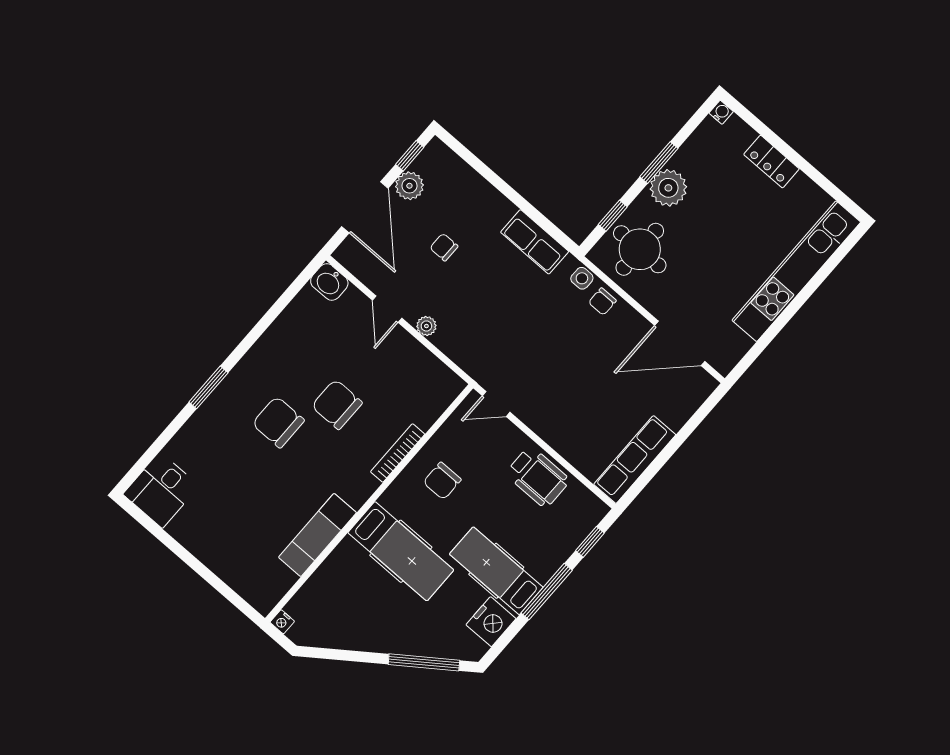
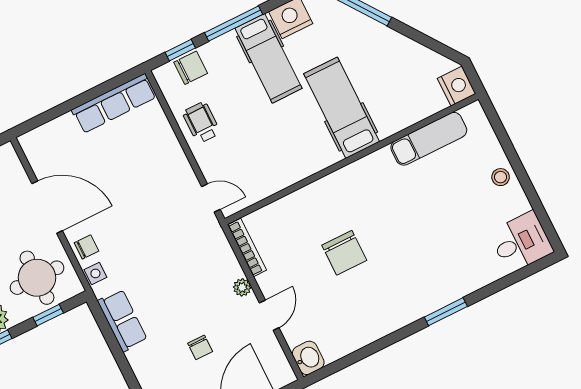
door: (680, 343) -> (47, 207), moved
chair: (278, 422) -> (399, 258), removed
bookcase: (398, 453) -> (247, 247), moved, turned -90
wheelchair: (538, 477) -> (201, 123), width x0.73, depth x0.73
chair: (442, 481) -> (191, 68), moved
exam couch: (317, 535) -> (429, 139), moved
stool: (210, 548) -> (501, 177), added
nightstand: (282, 622) -> (457, 86), width x1.89, depth x1.79

